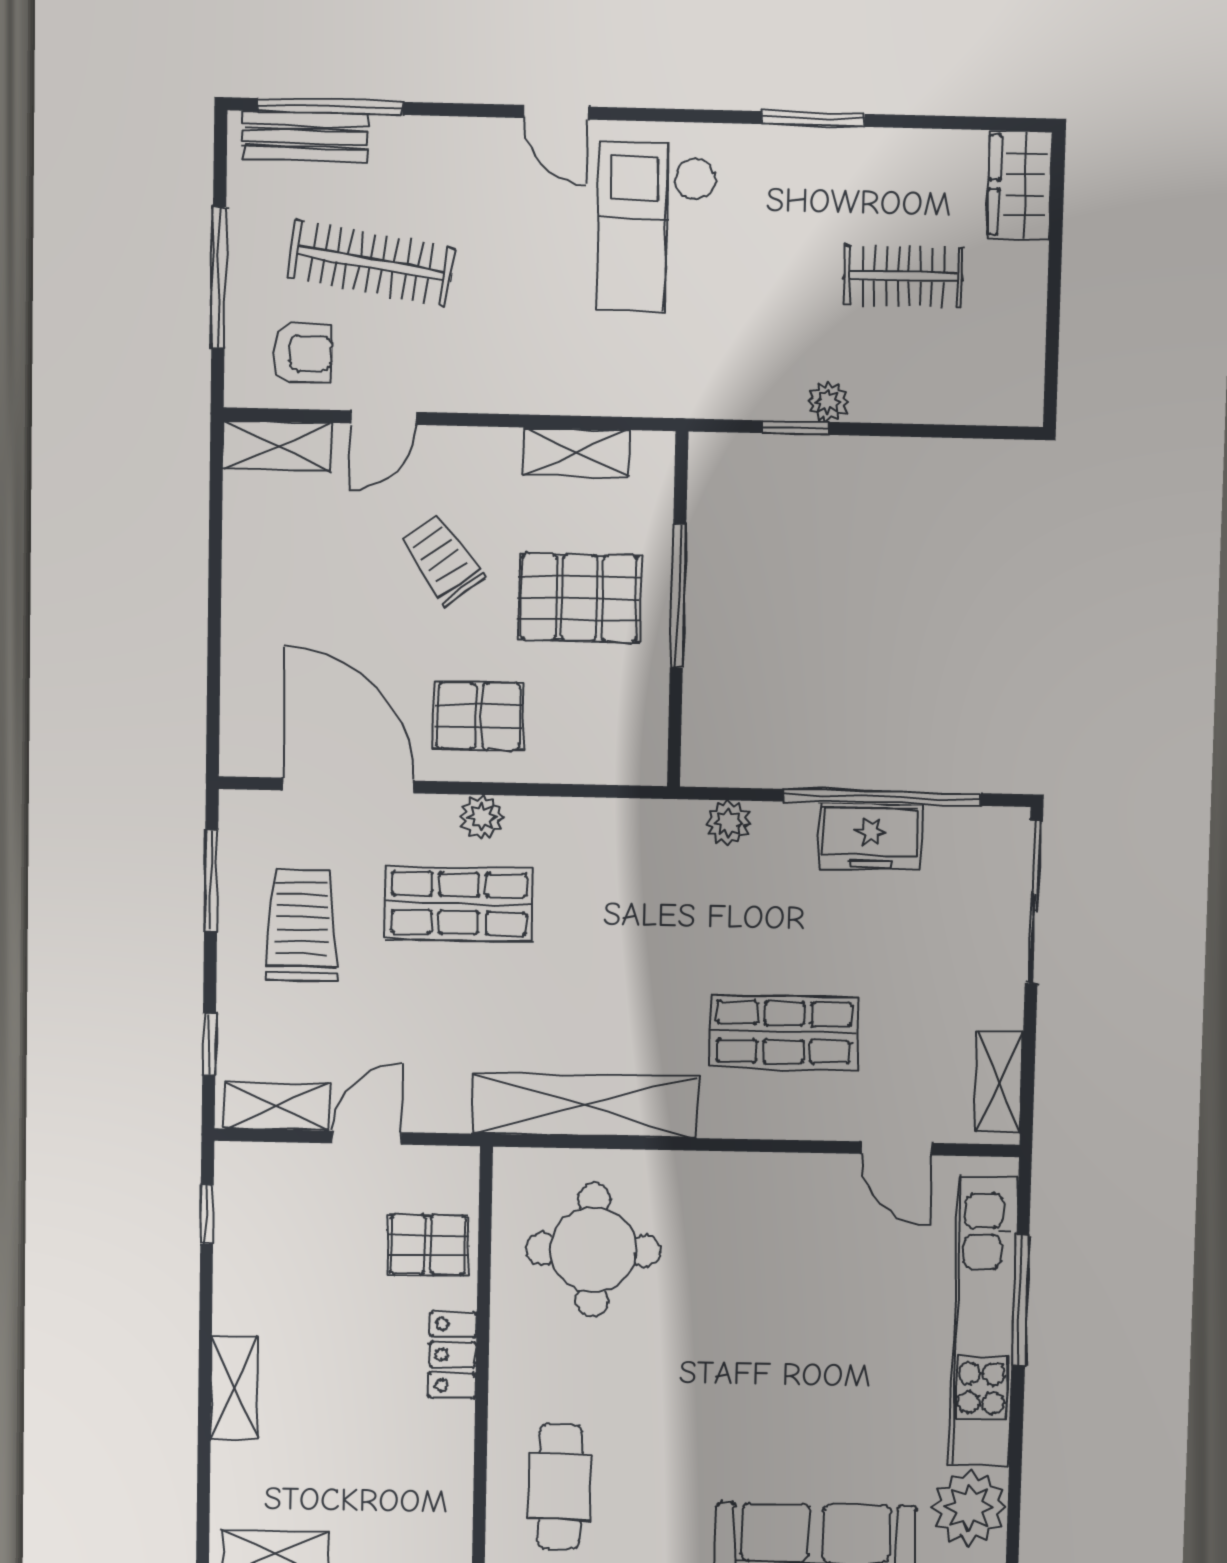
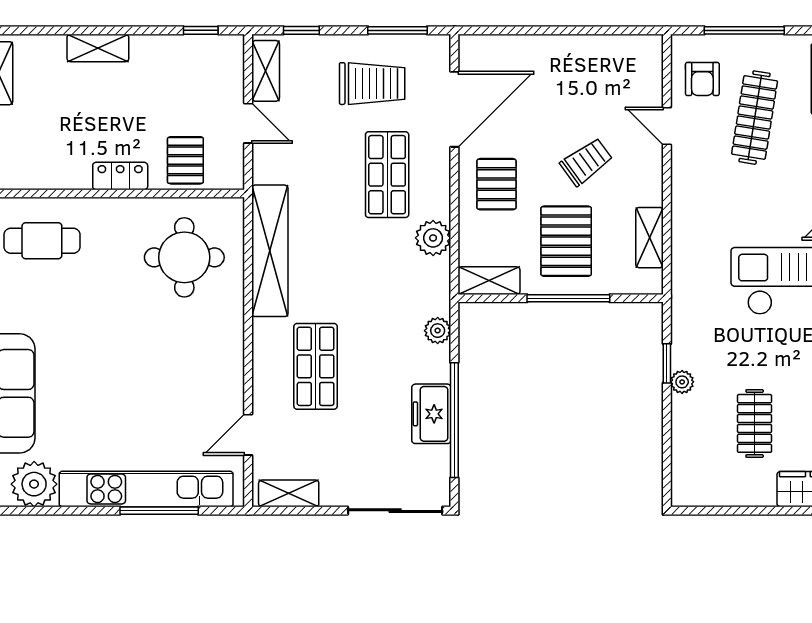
shelving: (277, 446) -> (489, 281), moved, turned 90
plant: (482, 817) -> (433, 238), moved, width x1.38, depth x1.38

